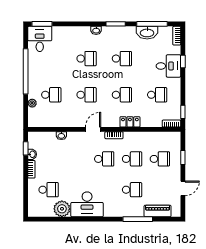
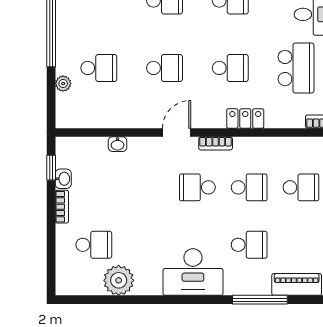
school desk: (157, 95) -> (296, 68), width x1.85
school desk: (104, 159) -> (197, 187), turned 180
desk: (87, 204) -> (193, 272), moved

